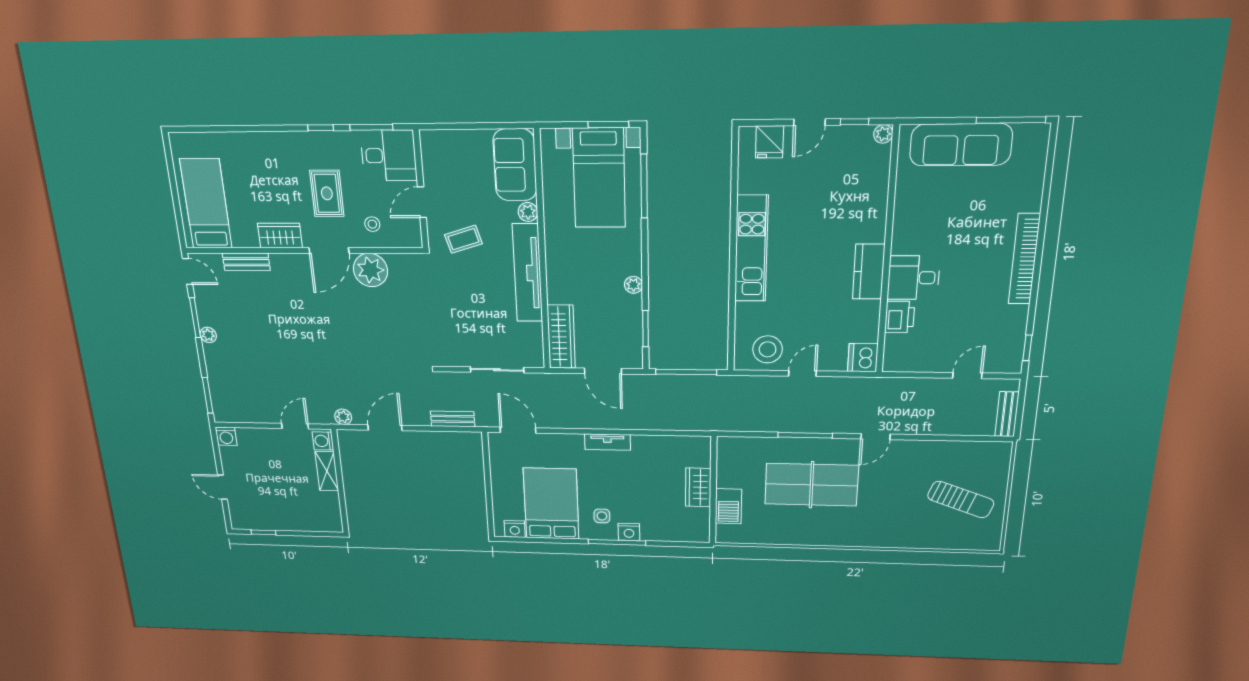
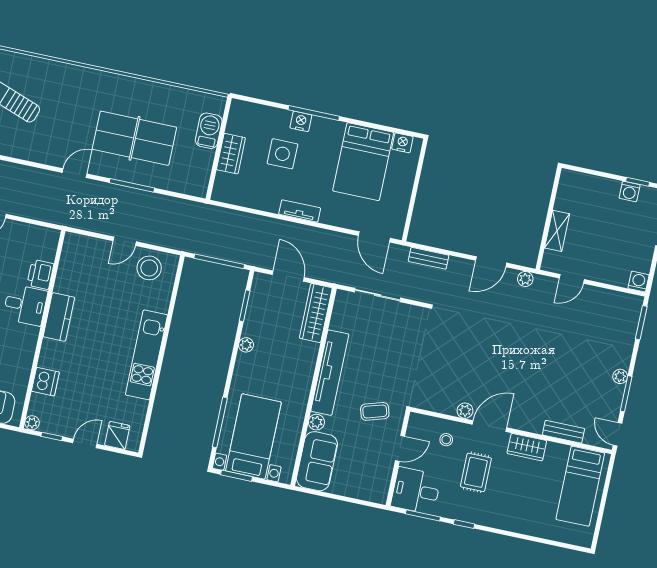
plant: (370, 270) -> (465, 411), width x0.53, depth x0.53
dishwasher: (863, 358) -> (45, 382), moved
washing machine: (323, 441) -> (630, 191), moved, turned 90
side table: (602, 516) -> (282, 154), moved, width x1.87, depth x1.87

